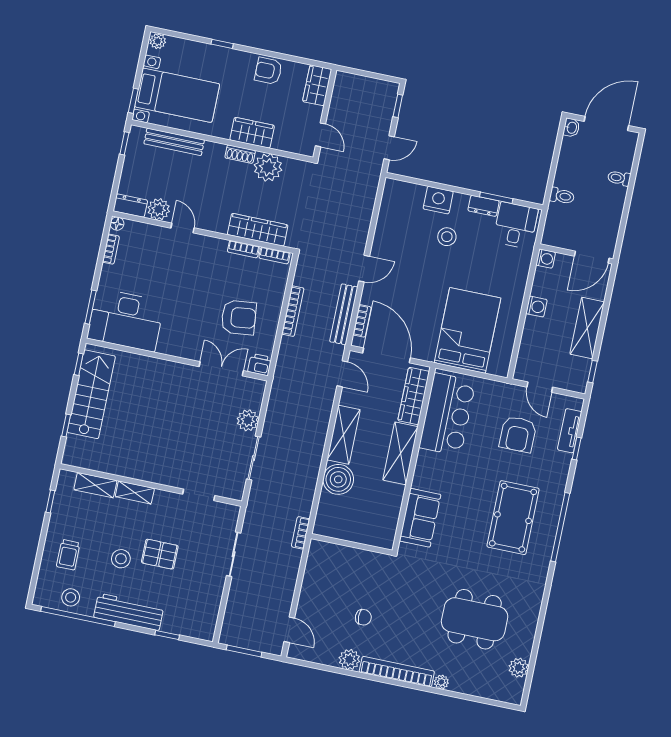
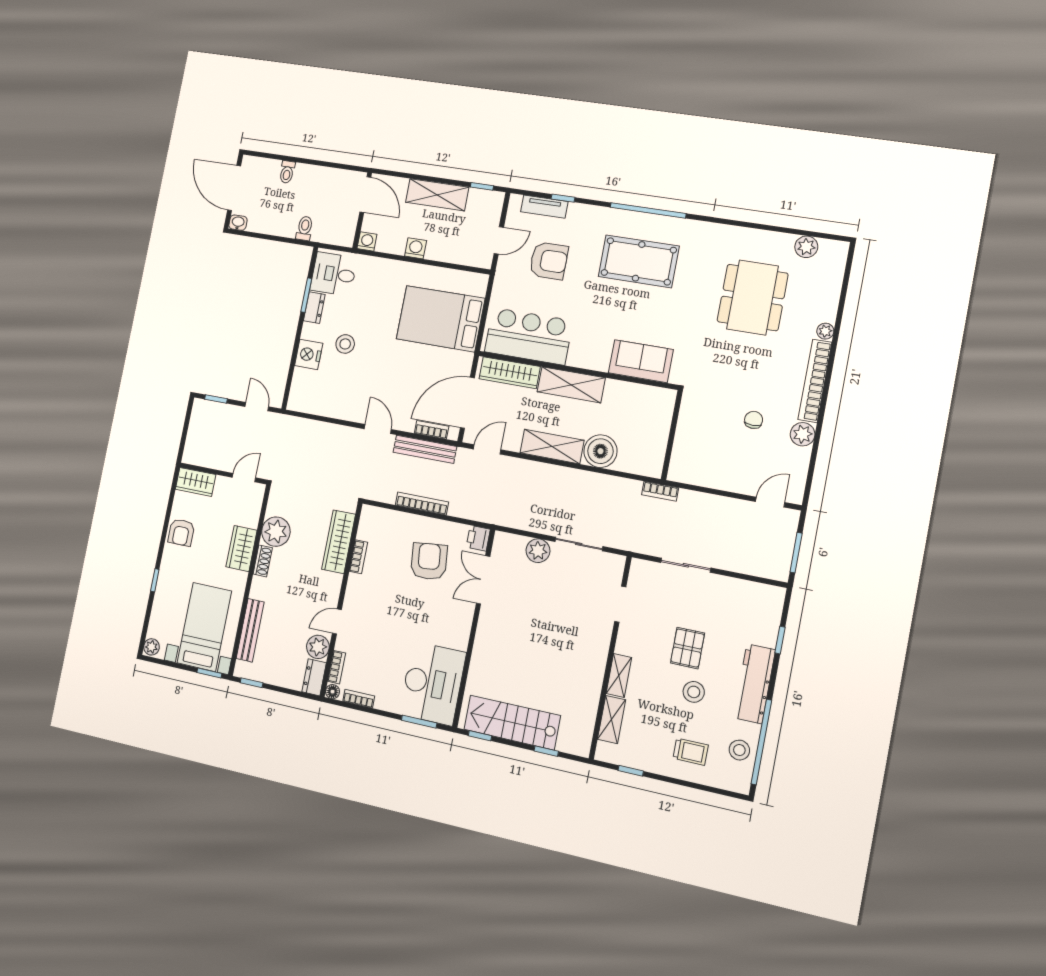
bookcase: (274, 255) -> (337, 667), moved

